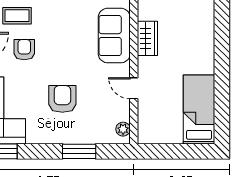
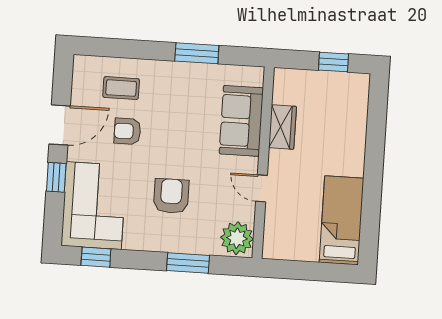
armchair: (24, 50) -> (127, 131), turned -90
plant: (123, 129) -> (237, 238), width x1.88, depth x1.88

